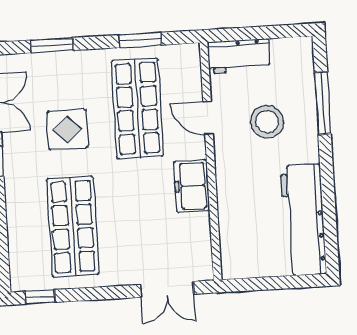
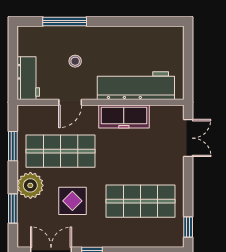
plant: (86, 68) -> (30, 185), added
stool: (267, 122) -> (75, 61), width x0.53, depth x0.53
freezer: (192, 186) -> (124, 116), width x1.40
workbench: (303, 220) -> (136, 86), moved, turned 180

